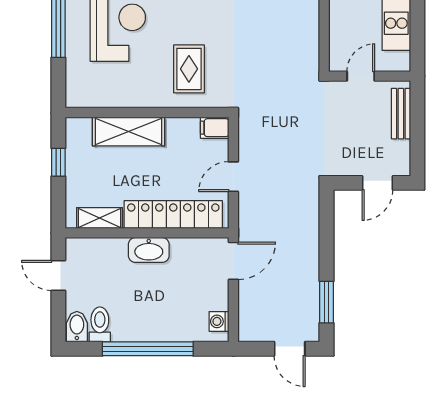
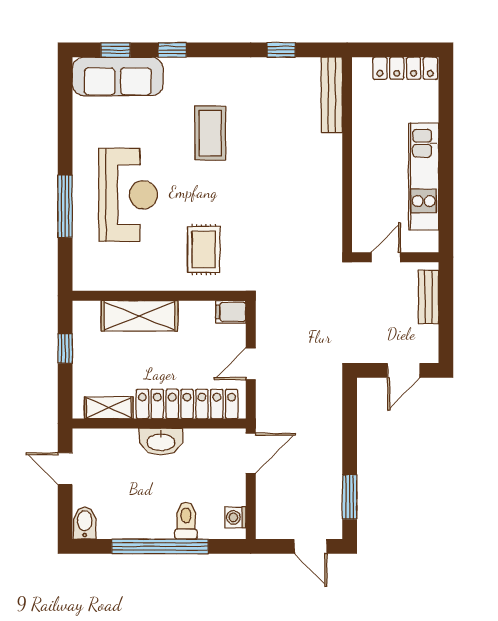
toilet: (100, 324) -> (186, 521), moved

